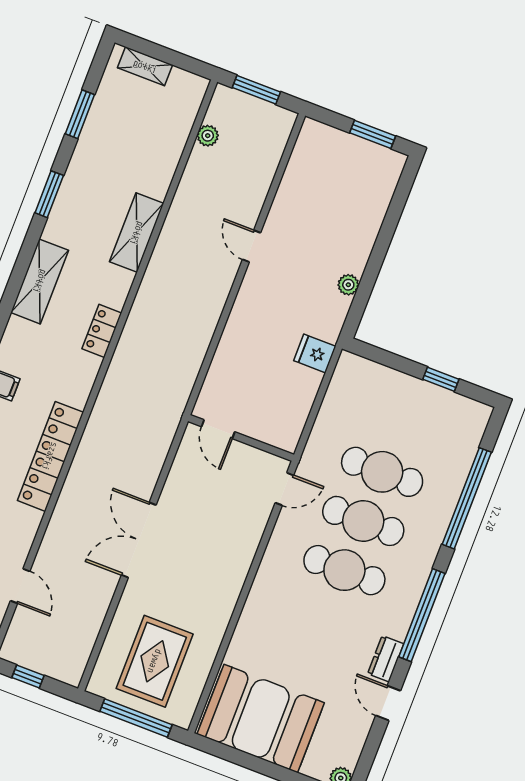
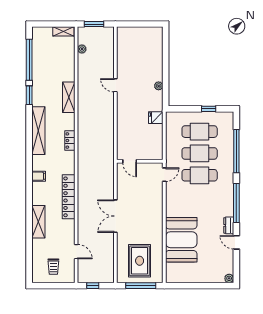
shelving: (145, 66) -> (63, 31), moved
window: (80, 114) -> (29, 60), width x2.11
window: (373, 134) -> (146, 24), removed
shelving: (40, 281) -> (38, 131), width x1.47
cafe table: (344, 570) -> (200, 132), moved
booth: (261, 718) -> (181, 240), moved, turned 90

